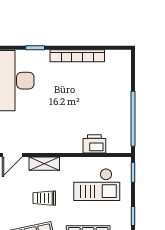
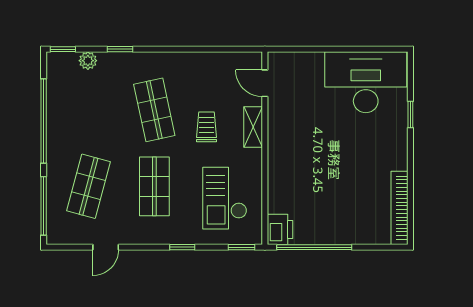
bookcase: (77, 56) -> (399, 208), moved
printer: (94, 144) -> (280, 229), moved

